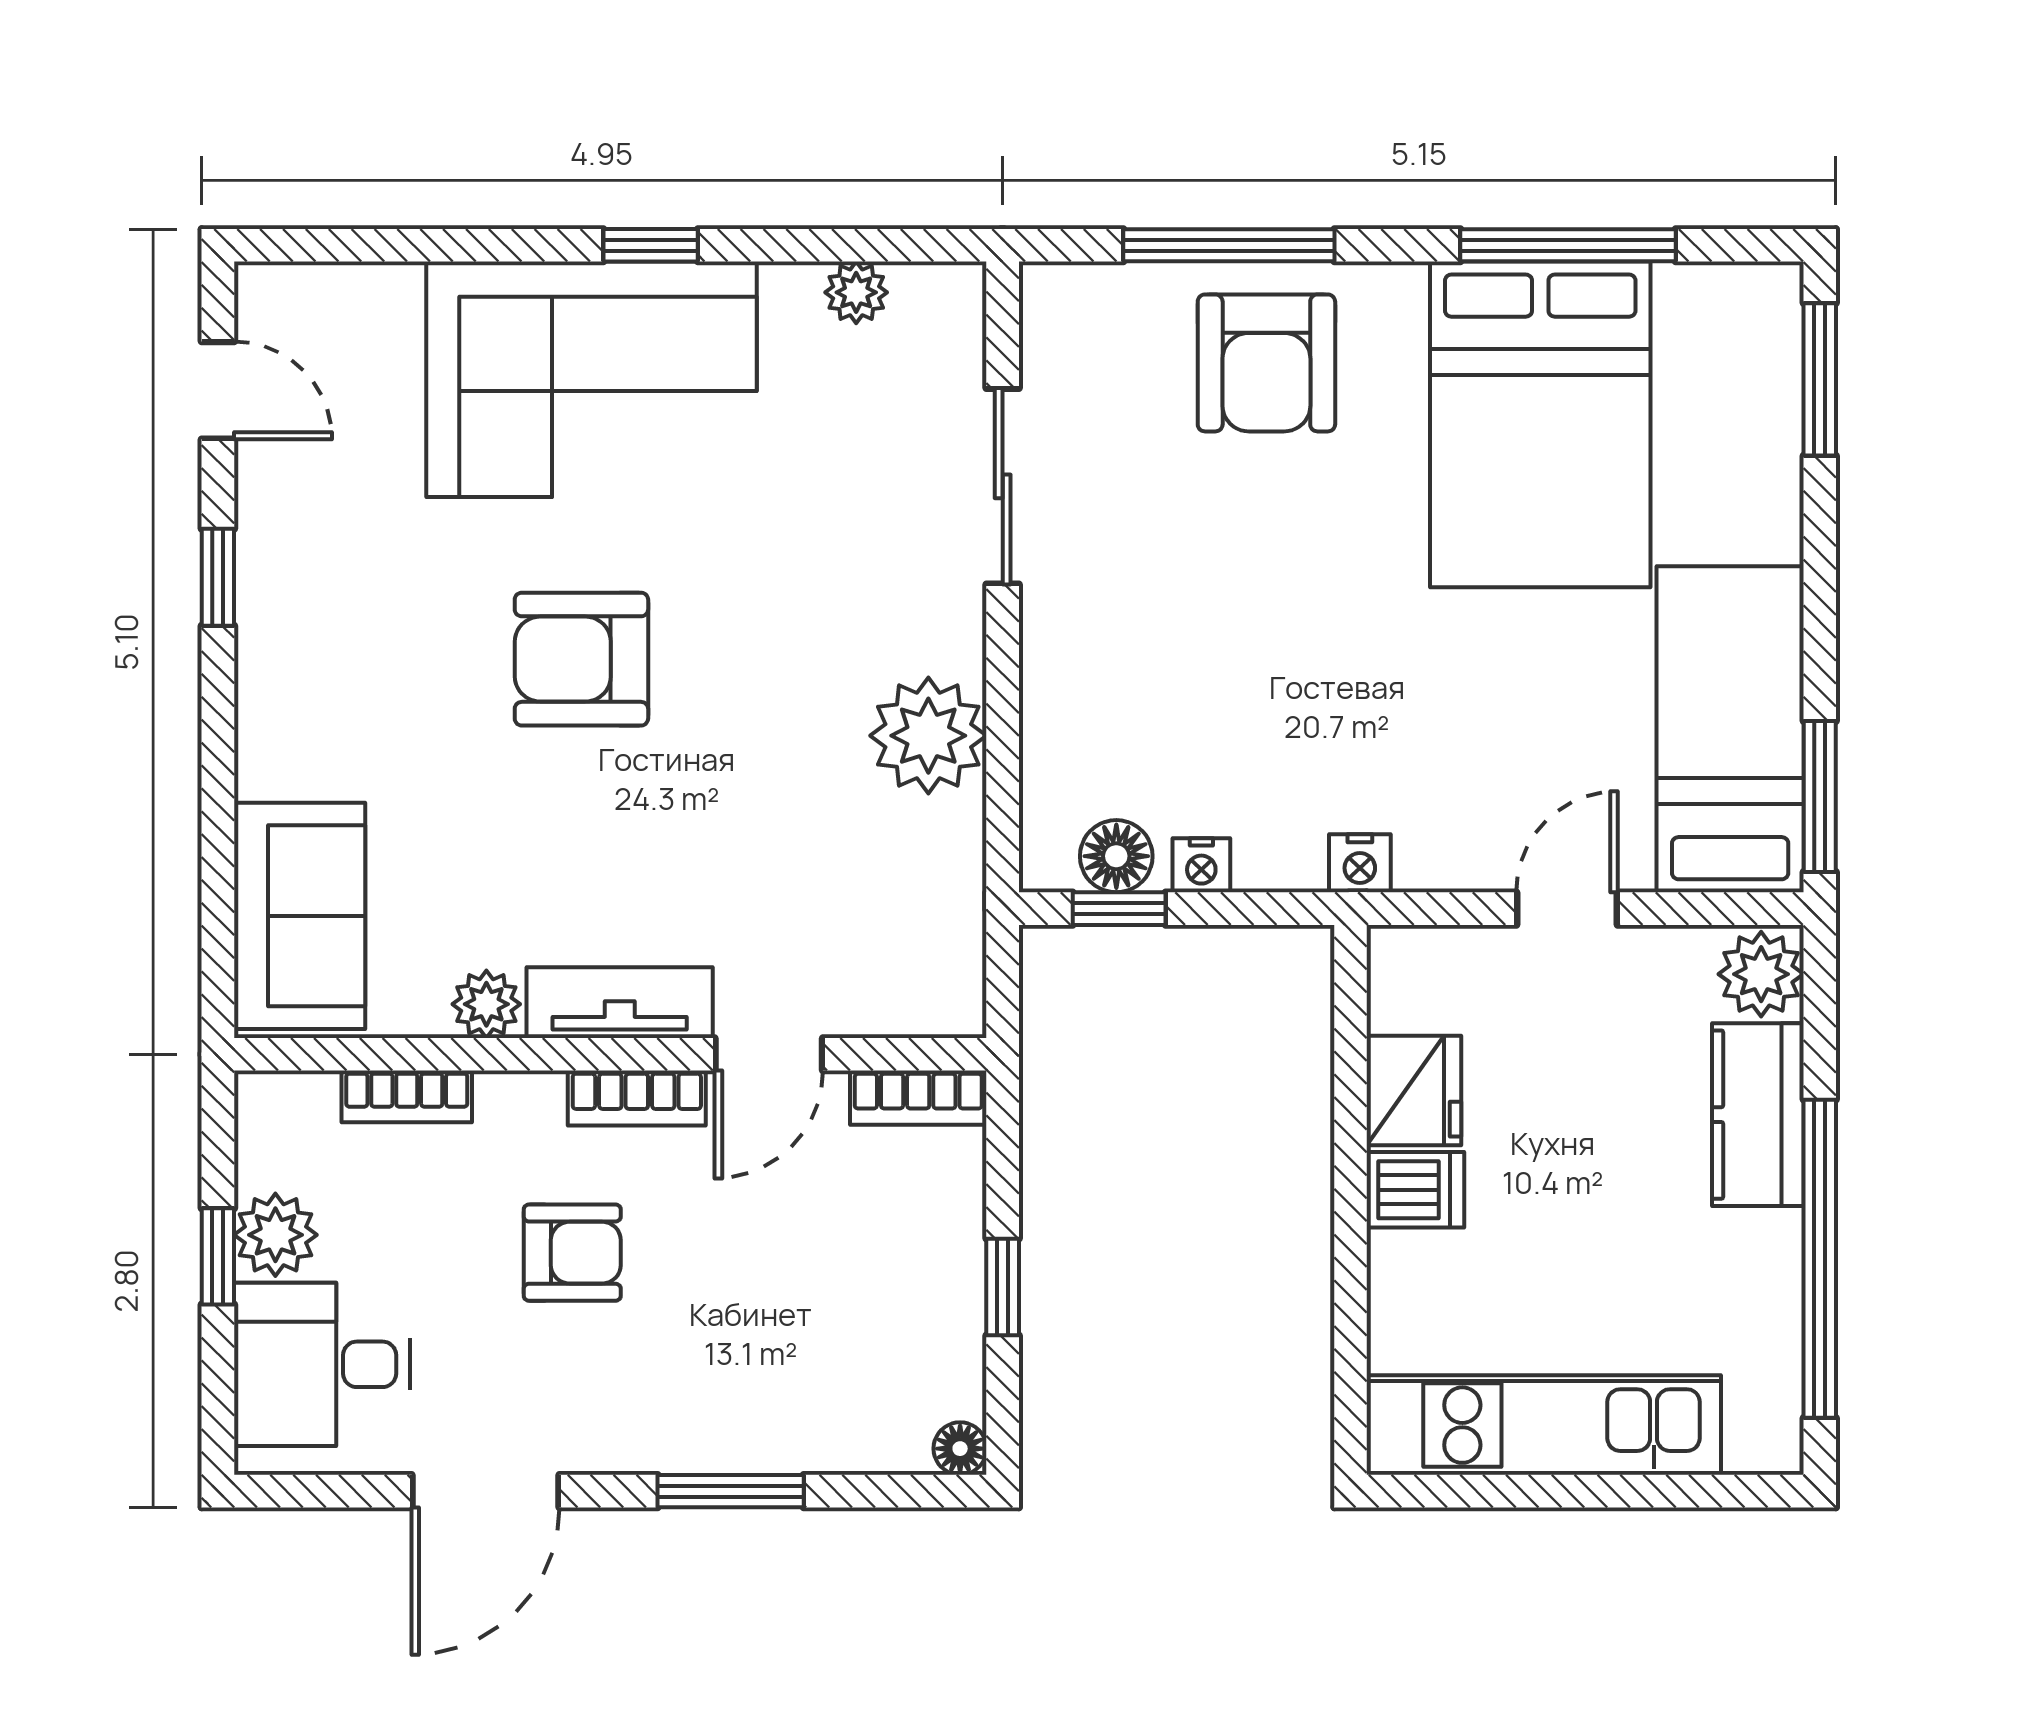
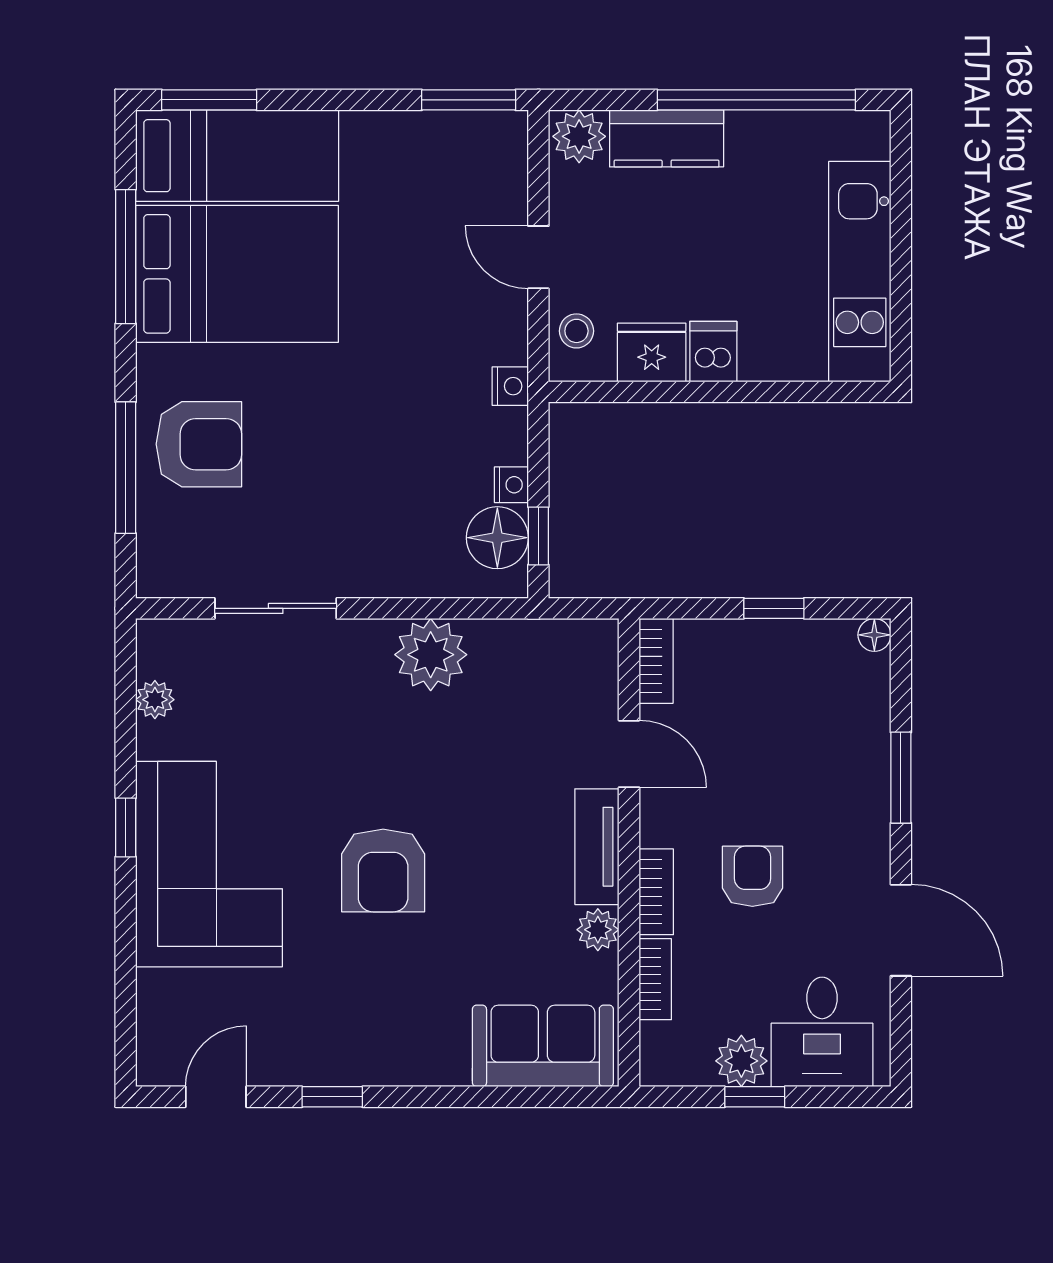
bed: (1730, 729) -> (237, 156), moved, turned 180
floor lamp: (1116, 856) -> (497, 538), width x1.38, depth x1.38
stool: (1448, 970) -> (576, 331), added
bookcase: (637, 1098) -> (656, 892), moved

